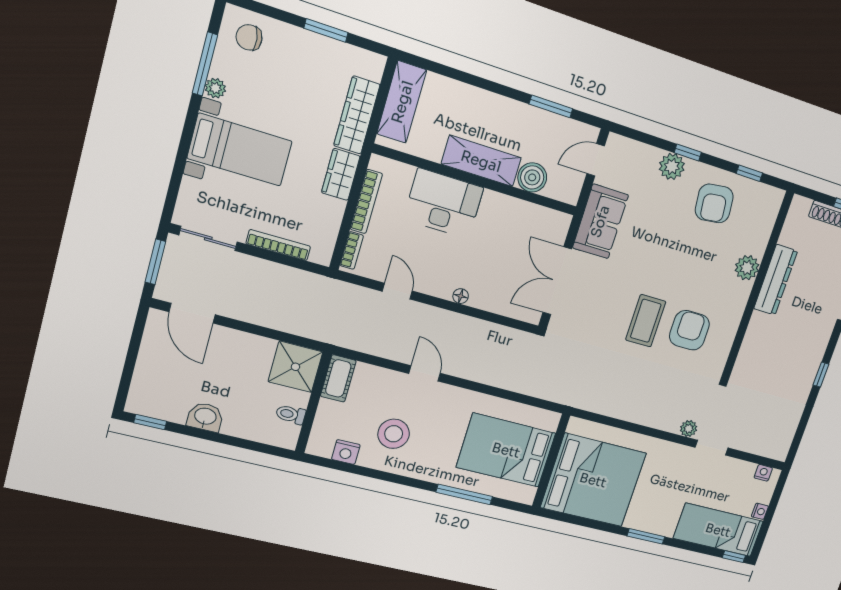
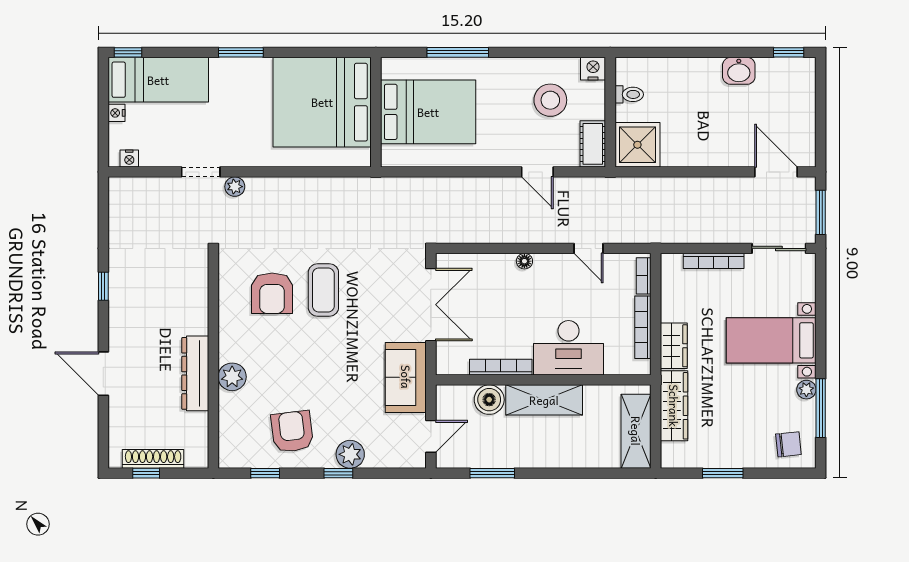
bookcase: (512, 205) -> (501, 367), added
shower: (295, 367) -> (637, 145), moved
cot: (338, 378) -> (593, 144), moved
wall: (313, 403) -> (610, 112), moved
toilet: (291, 414) -> (629, 94), moved

